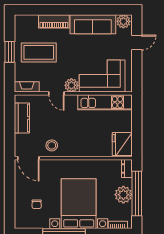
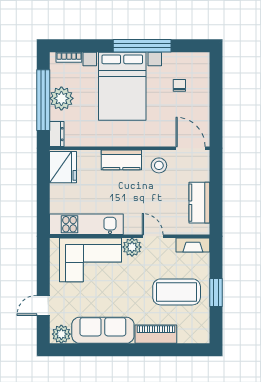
kitchen counter: (79, 150) -> (121, 160), added

